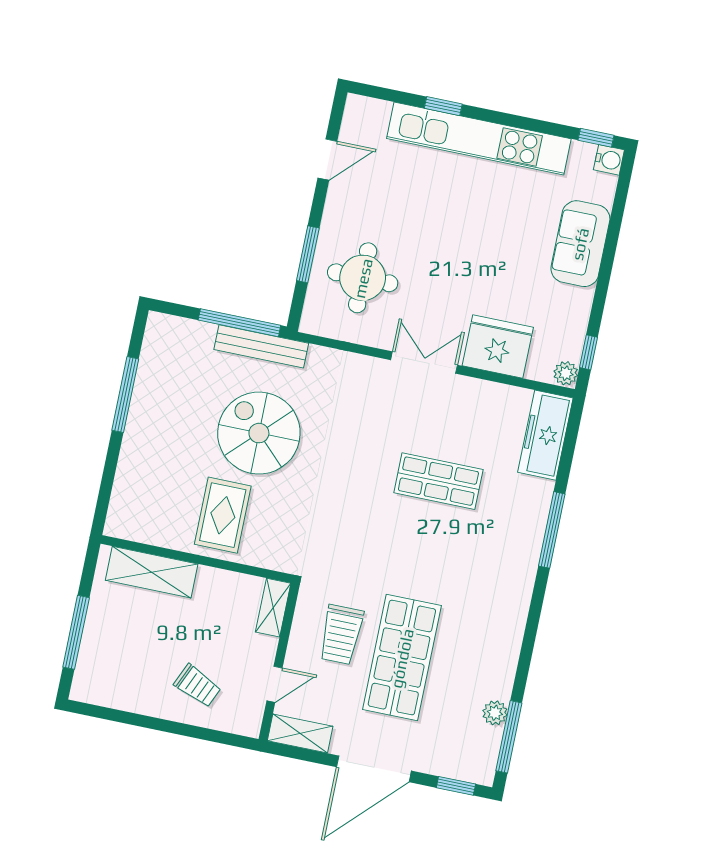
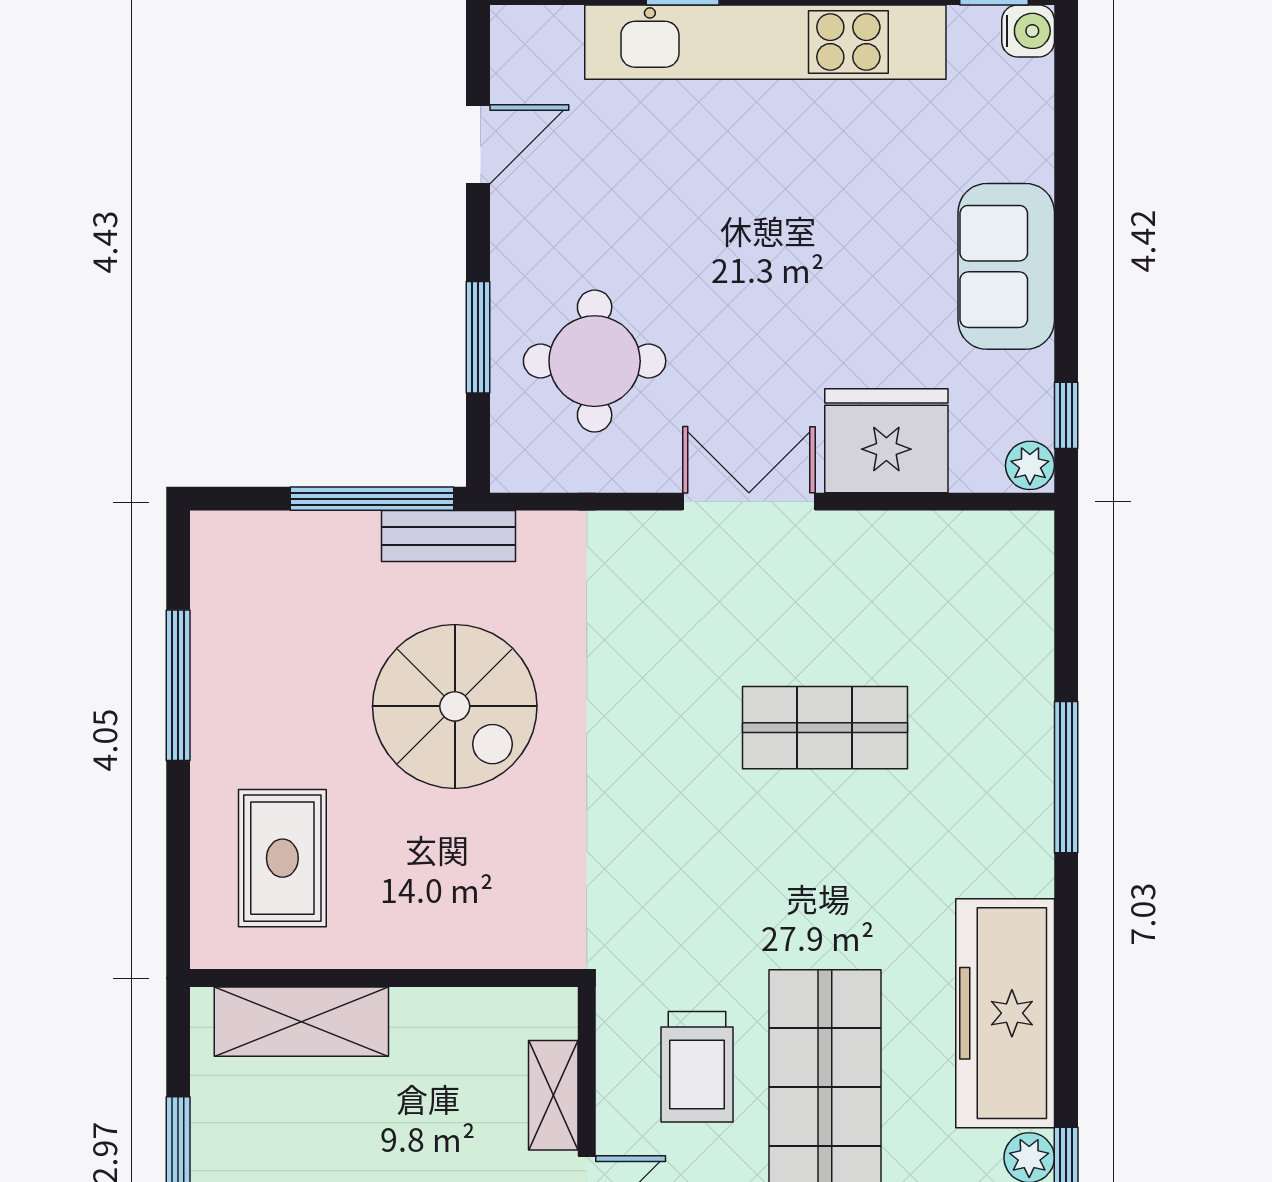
sofa: (580, 244) -> (1006, 266), moved
bench: (261, 346) -> (449, 536), width x0.73
spiral stairs: (259, 433) -> (455, 706), turned 180
freezer: (545, 435) -> (1005, 1013), moved, width x1.36, depth x1.26
rug: (223, 515) -> (282, 858), moved
shelving: (273, 608) -> (553, 1095), moved

